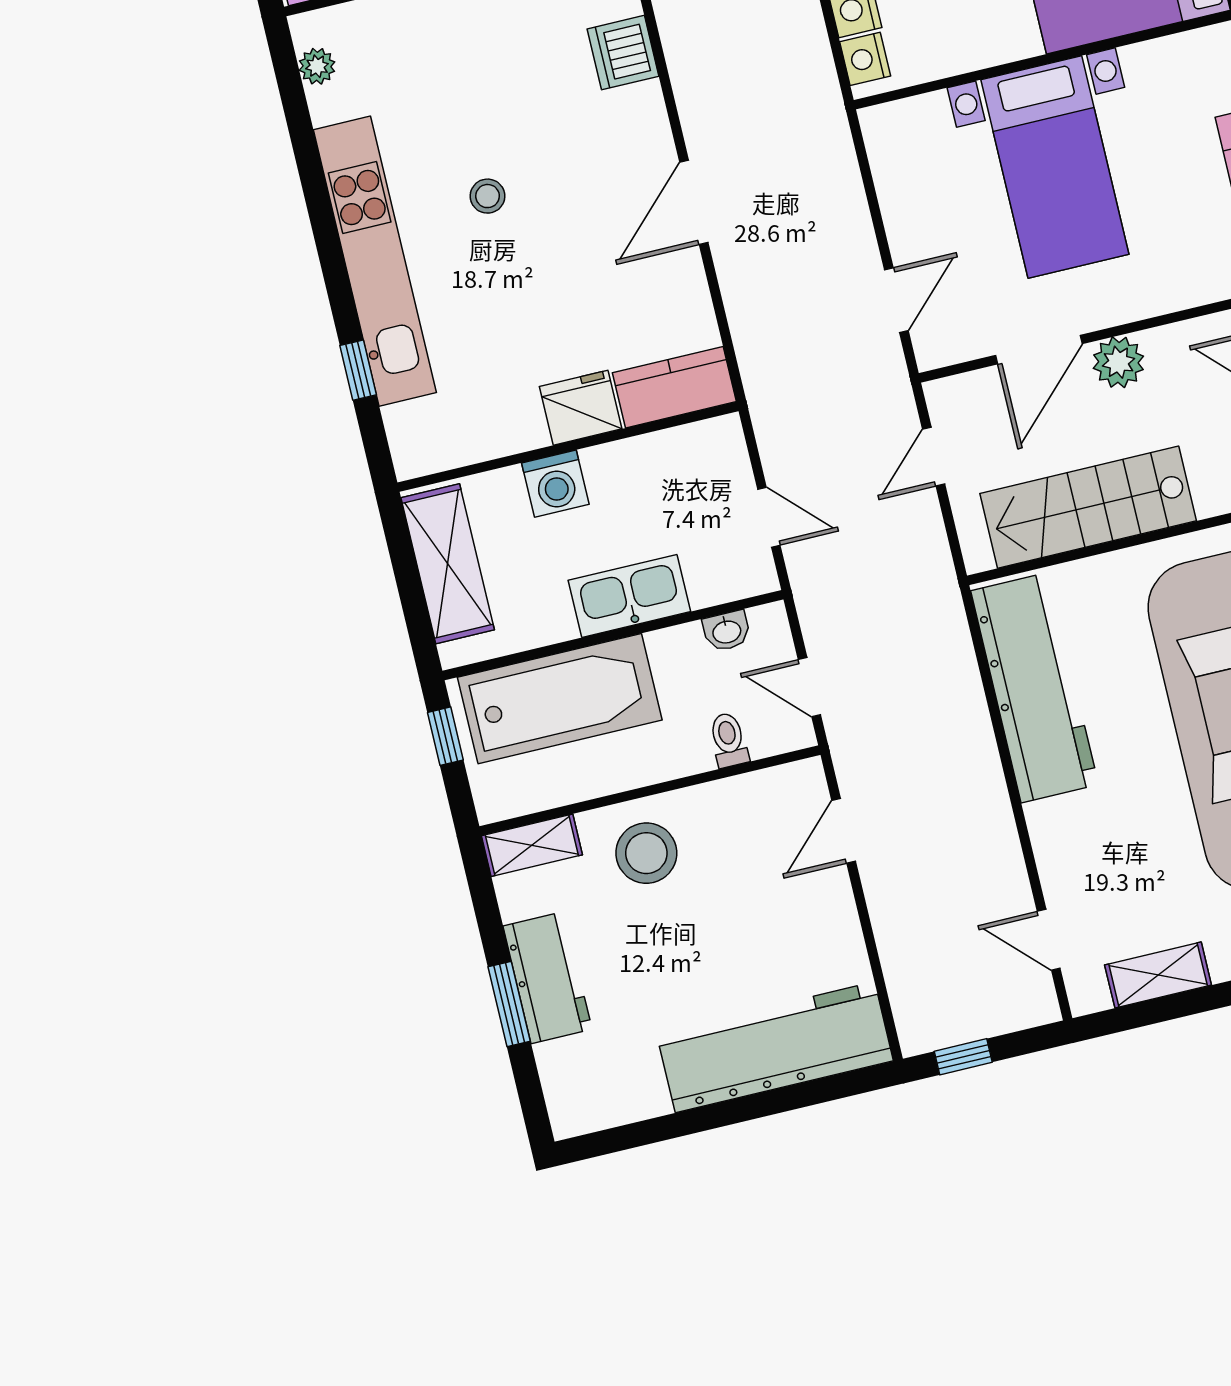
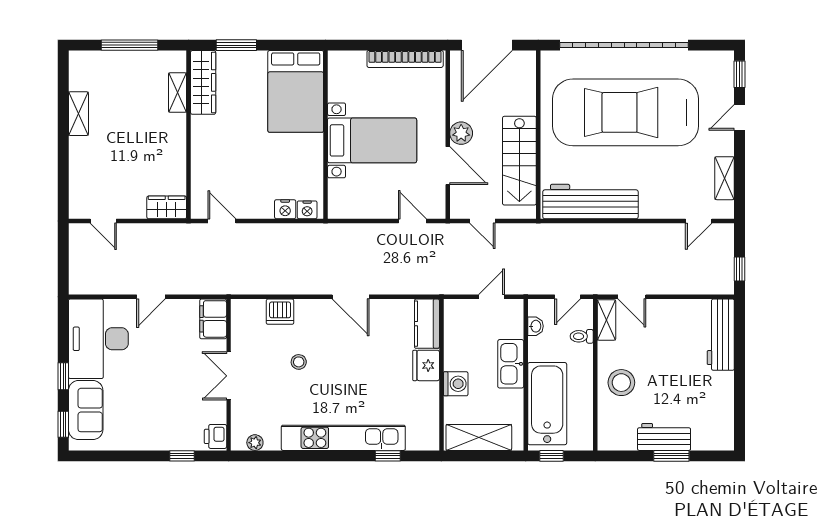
stool: (488, 196) -> (299, 362), moved
shelving: (532, 845) -> (606, 320), moved
workbench: (775, 1047) -> (721, 335), width x0.73, depth x0.76

